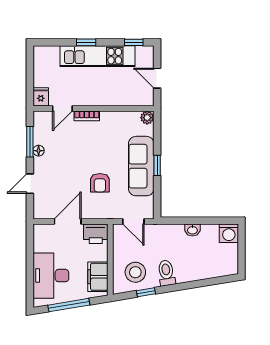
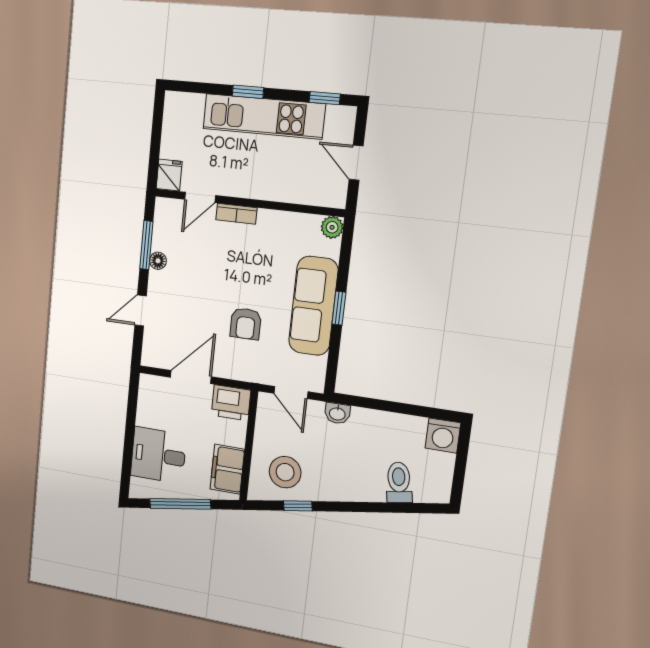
washbasin: (192, 230) -> (337, 413), moved
toilet: (166, 273) -> (399, 482), moved
desk: (51, 276) -> (158, 455), width x0.73

